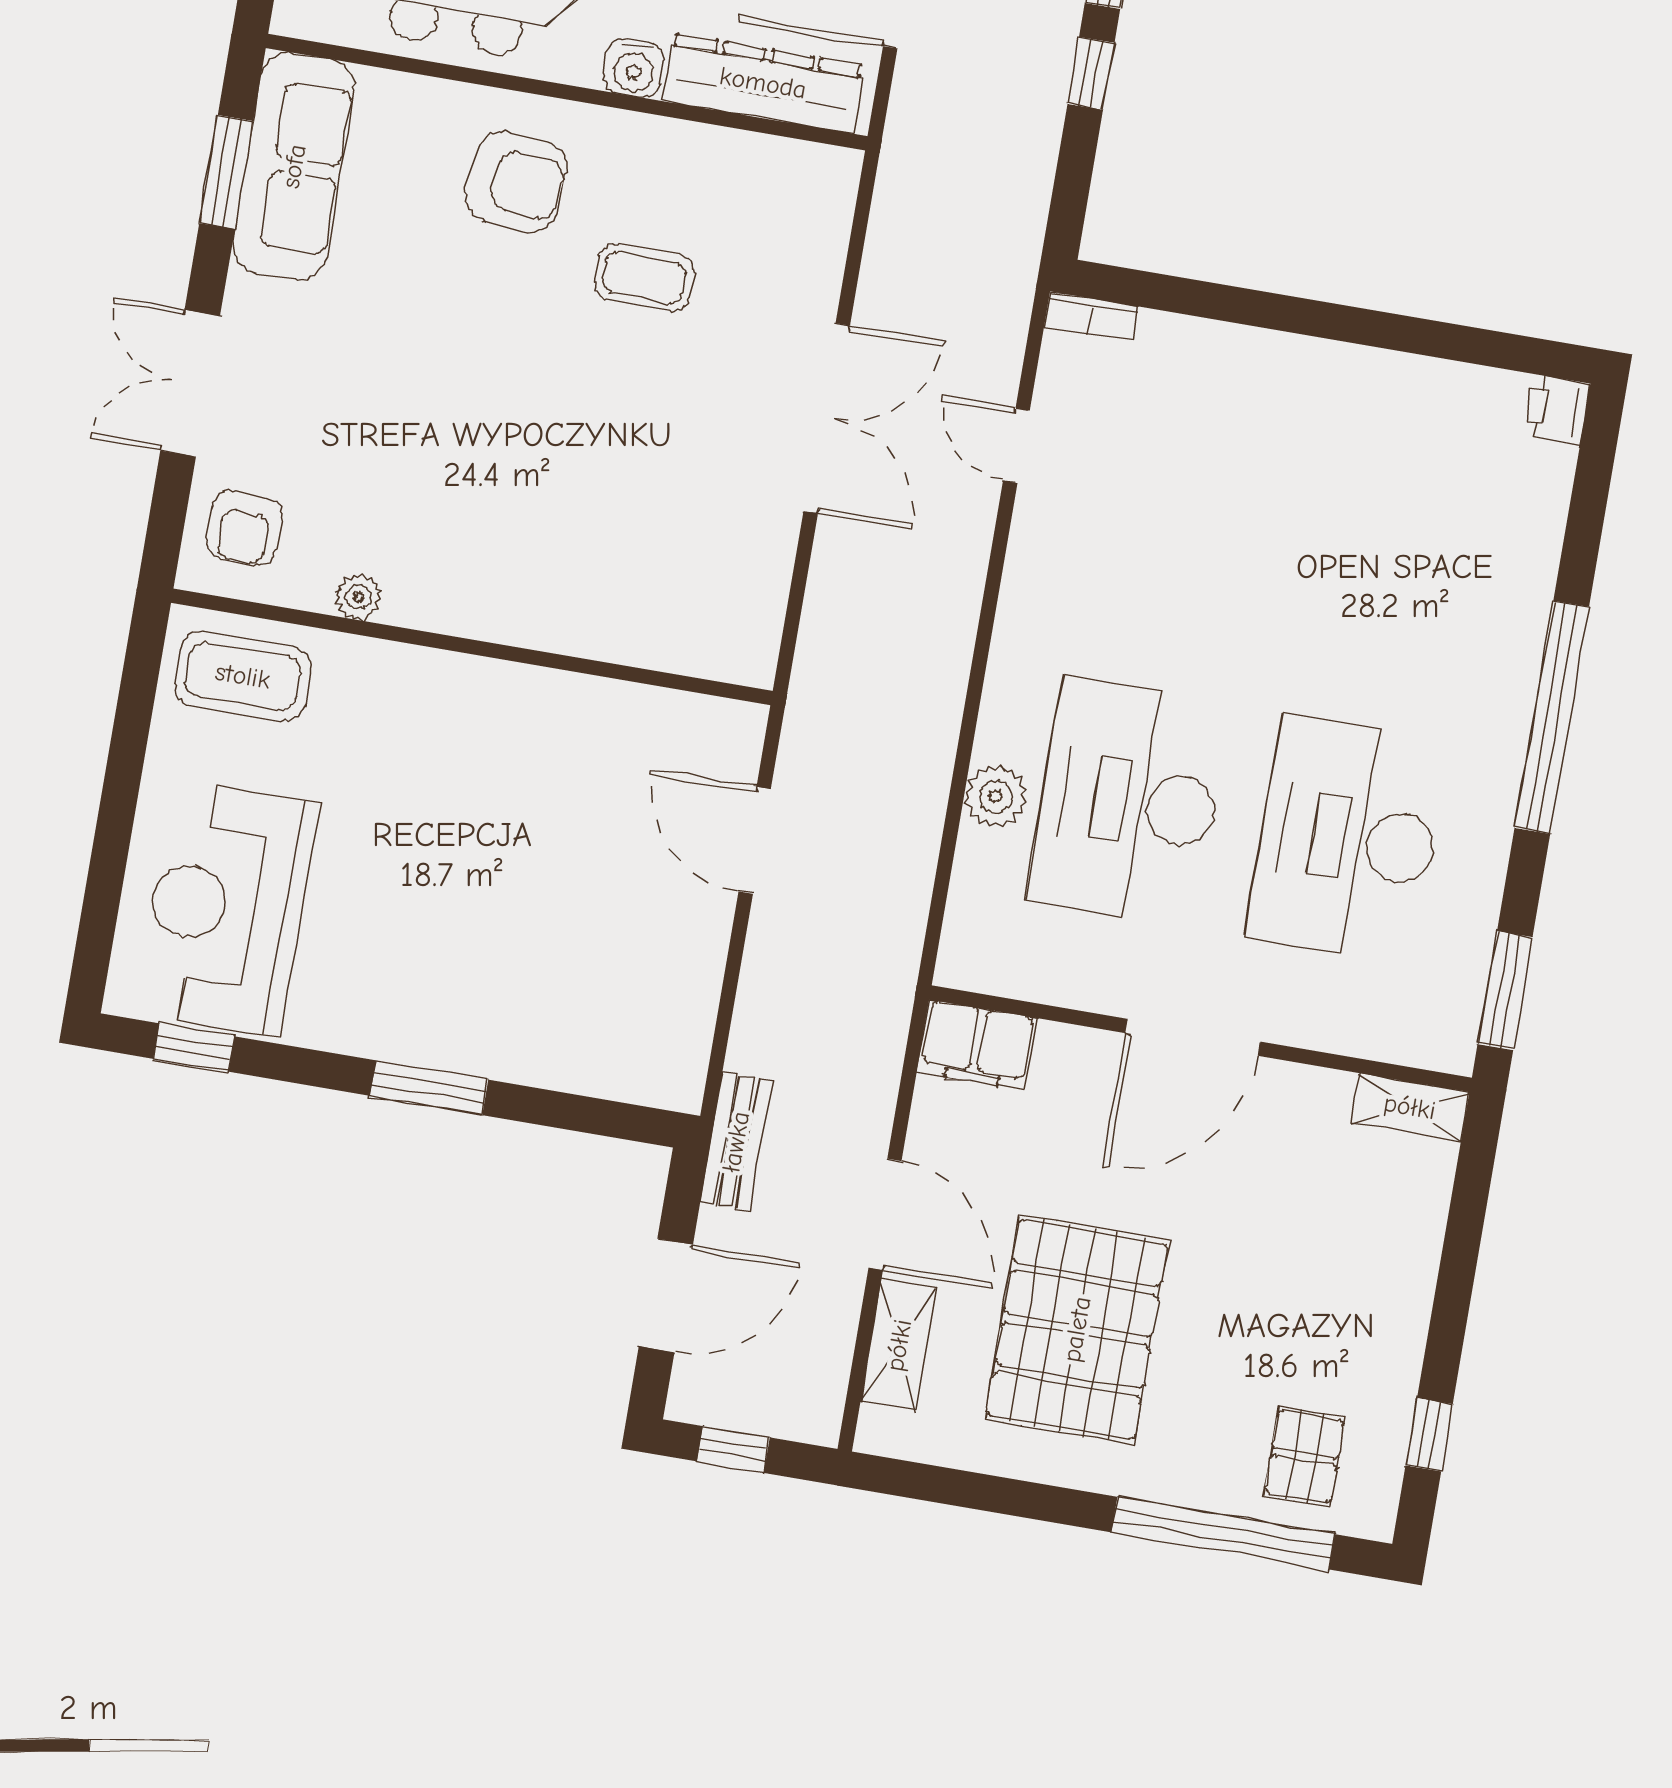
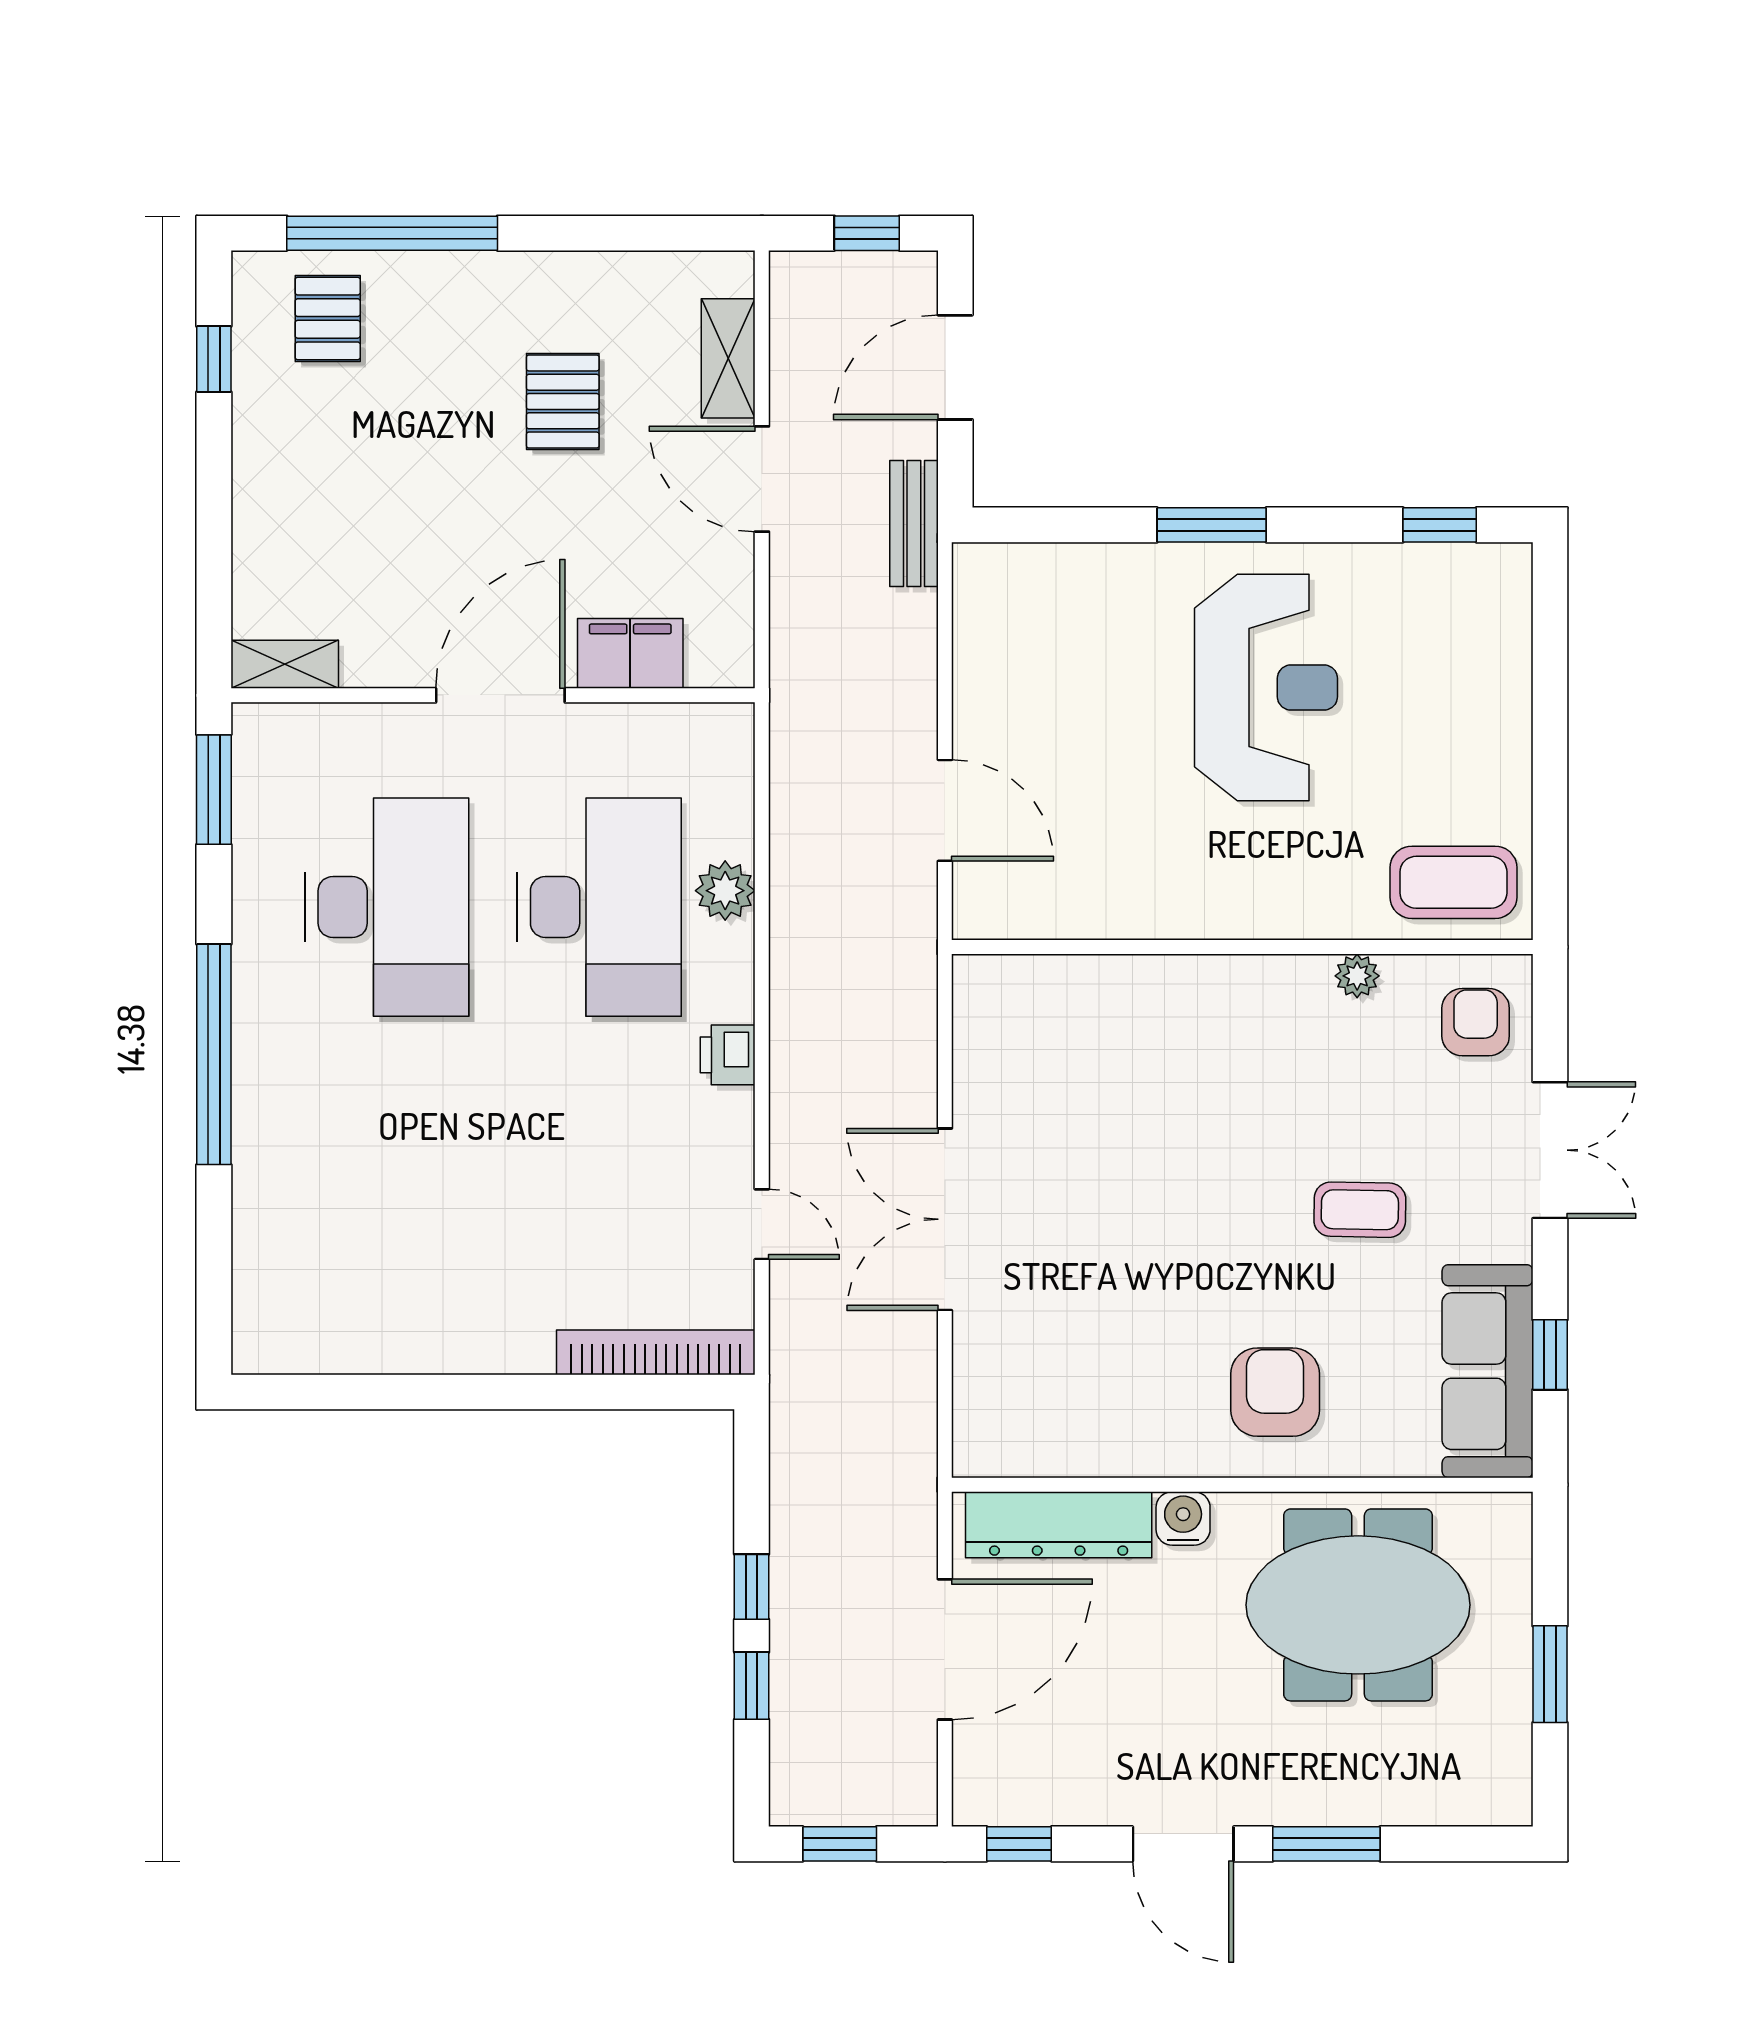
window: (226, 172) -> (1550, 1355), width x0.67
armchair: (517, 182) -> (1275, 1392), turned 84
coffee table: (644, 277) -> (1360, 1210), moved
bookcase: (1091, 317) -> (656, 1352), width x2.31, depth x1.31
printer: (1557, 410) -> (728, 1055), moved, turned 180
reception desk: (227, 908) -> (1266, 688), moved
filing cabinet: (977, 1045) -> (630, 653), moved
pallet: (1077, 1329) -> (563, 402), width x0.49, depth x0.50

